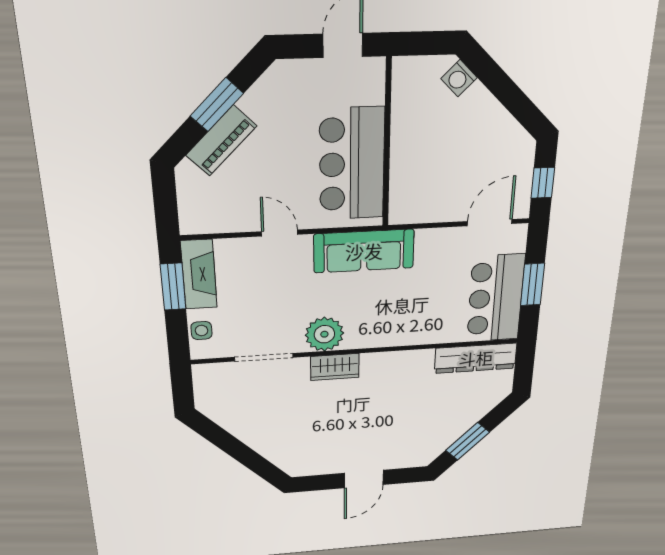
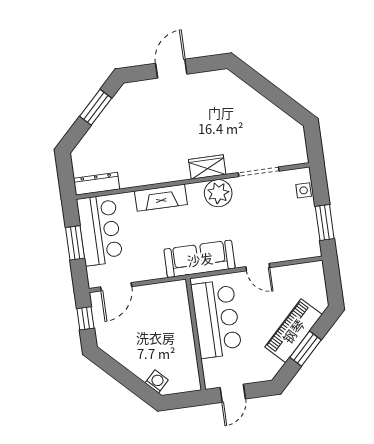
piano: (221, 141) -> (293, 331), width x1.37, depth x1.33
fireplace: (199, 274) -> (161, 198), moved, turned -90
dresser: (476, 358) -> (97, 184), width x0.73, depth x0.80

